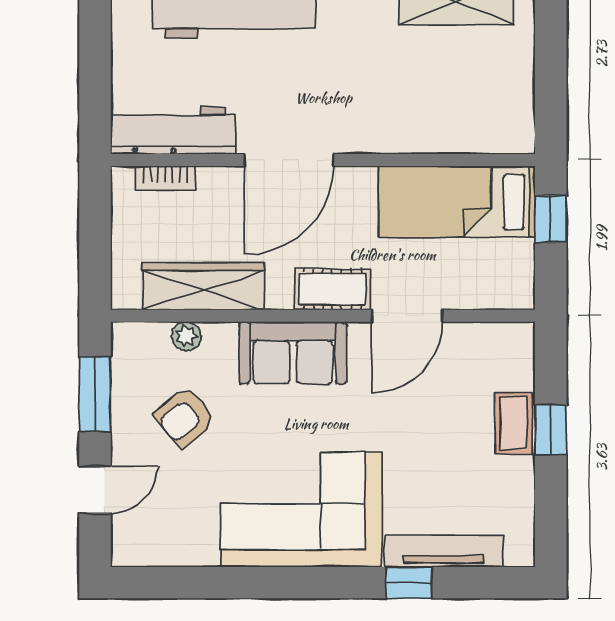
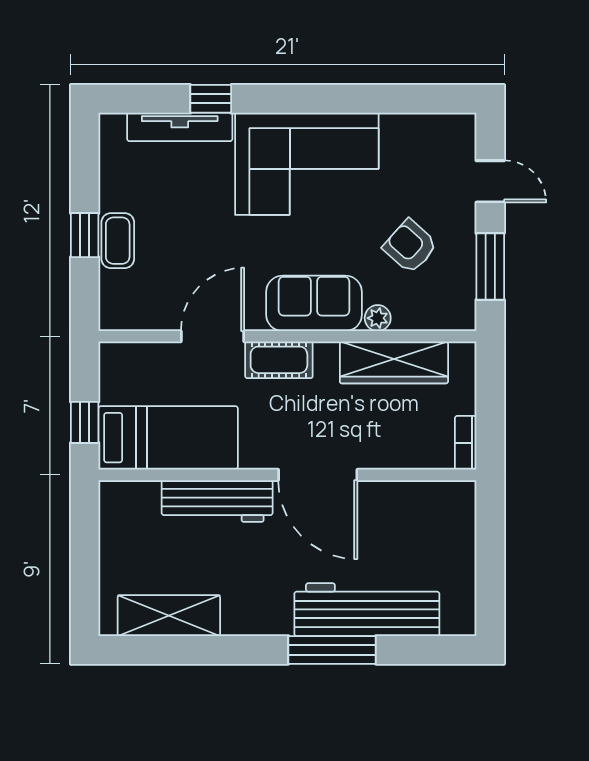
workbench: (173, 131) -> (217, 501), moved
door: (289, 160) -> (318, 475), swing flipped
bookcase: (165, 178) -> (466, 443), moved, turned -90
plant: (186, 336) -> (378, 318), moved
armchair: (185, 417) -> (410, 246), turned -98
door: (95, 490) -> (490, 181), swing flipped

